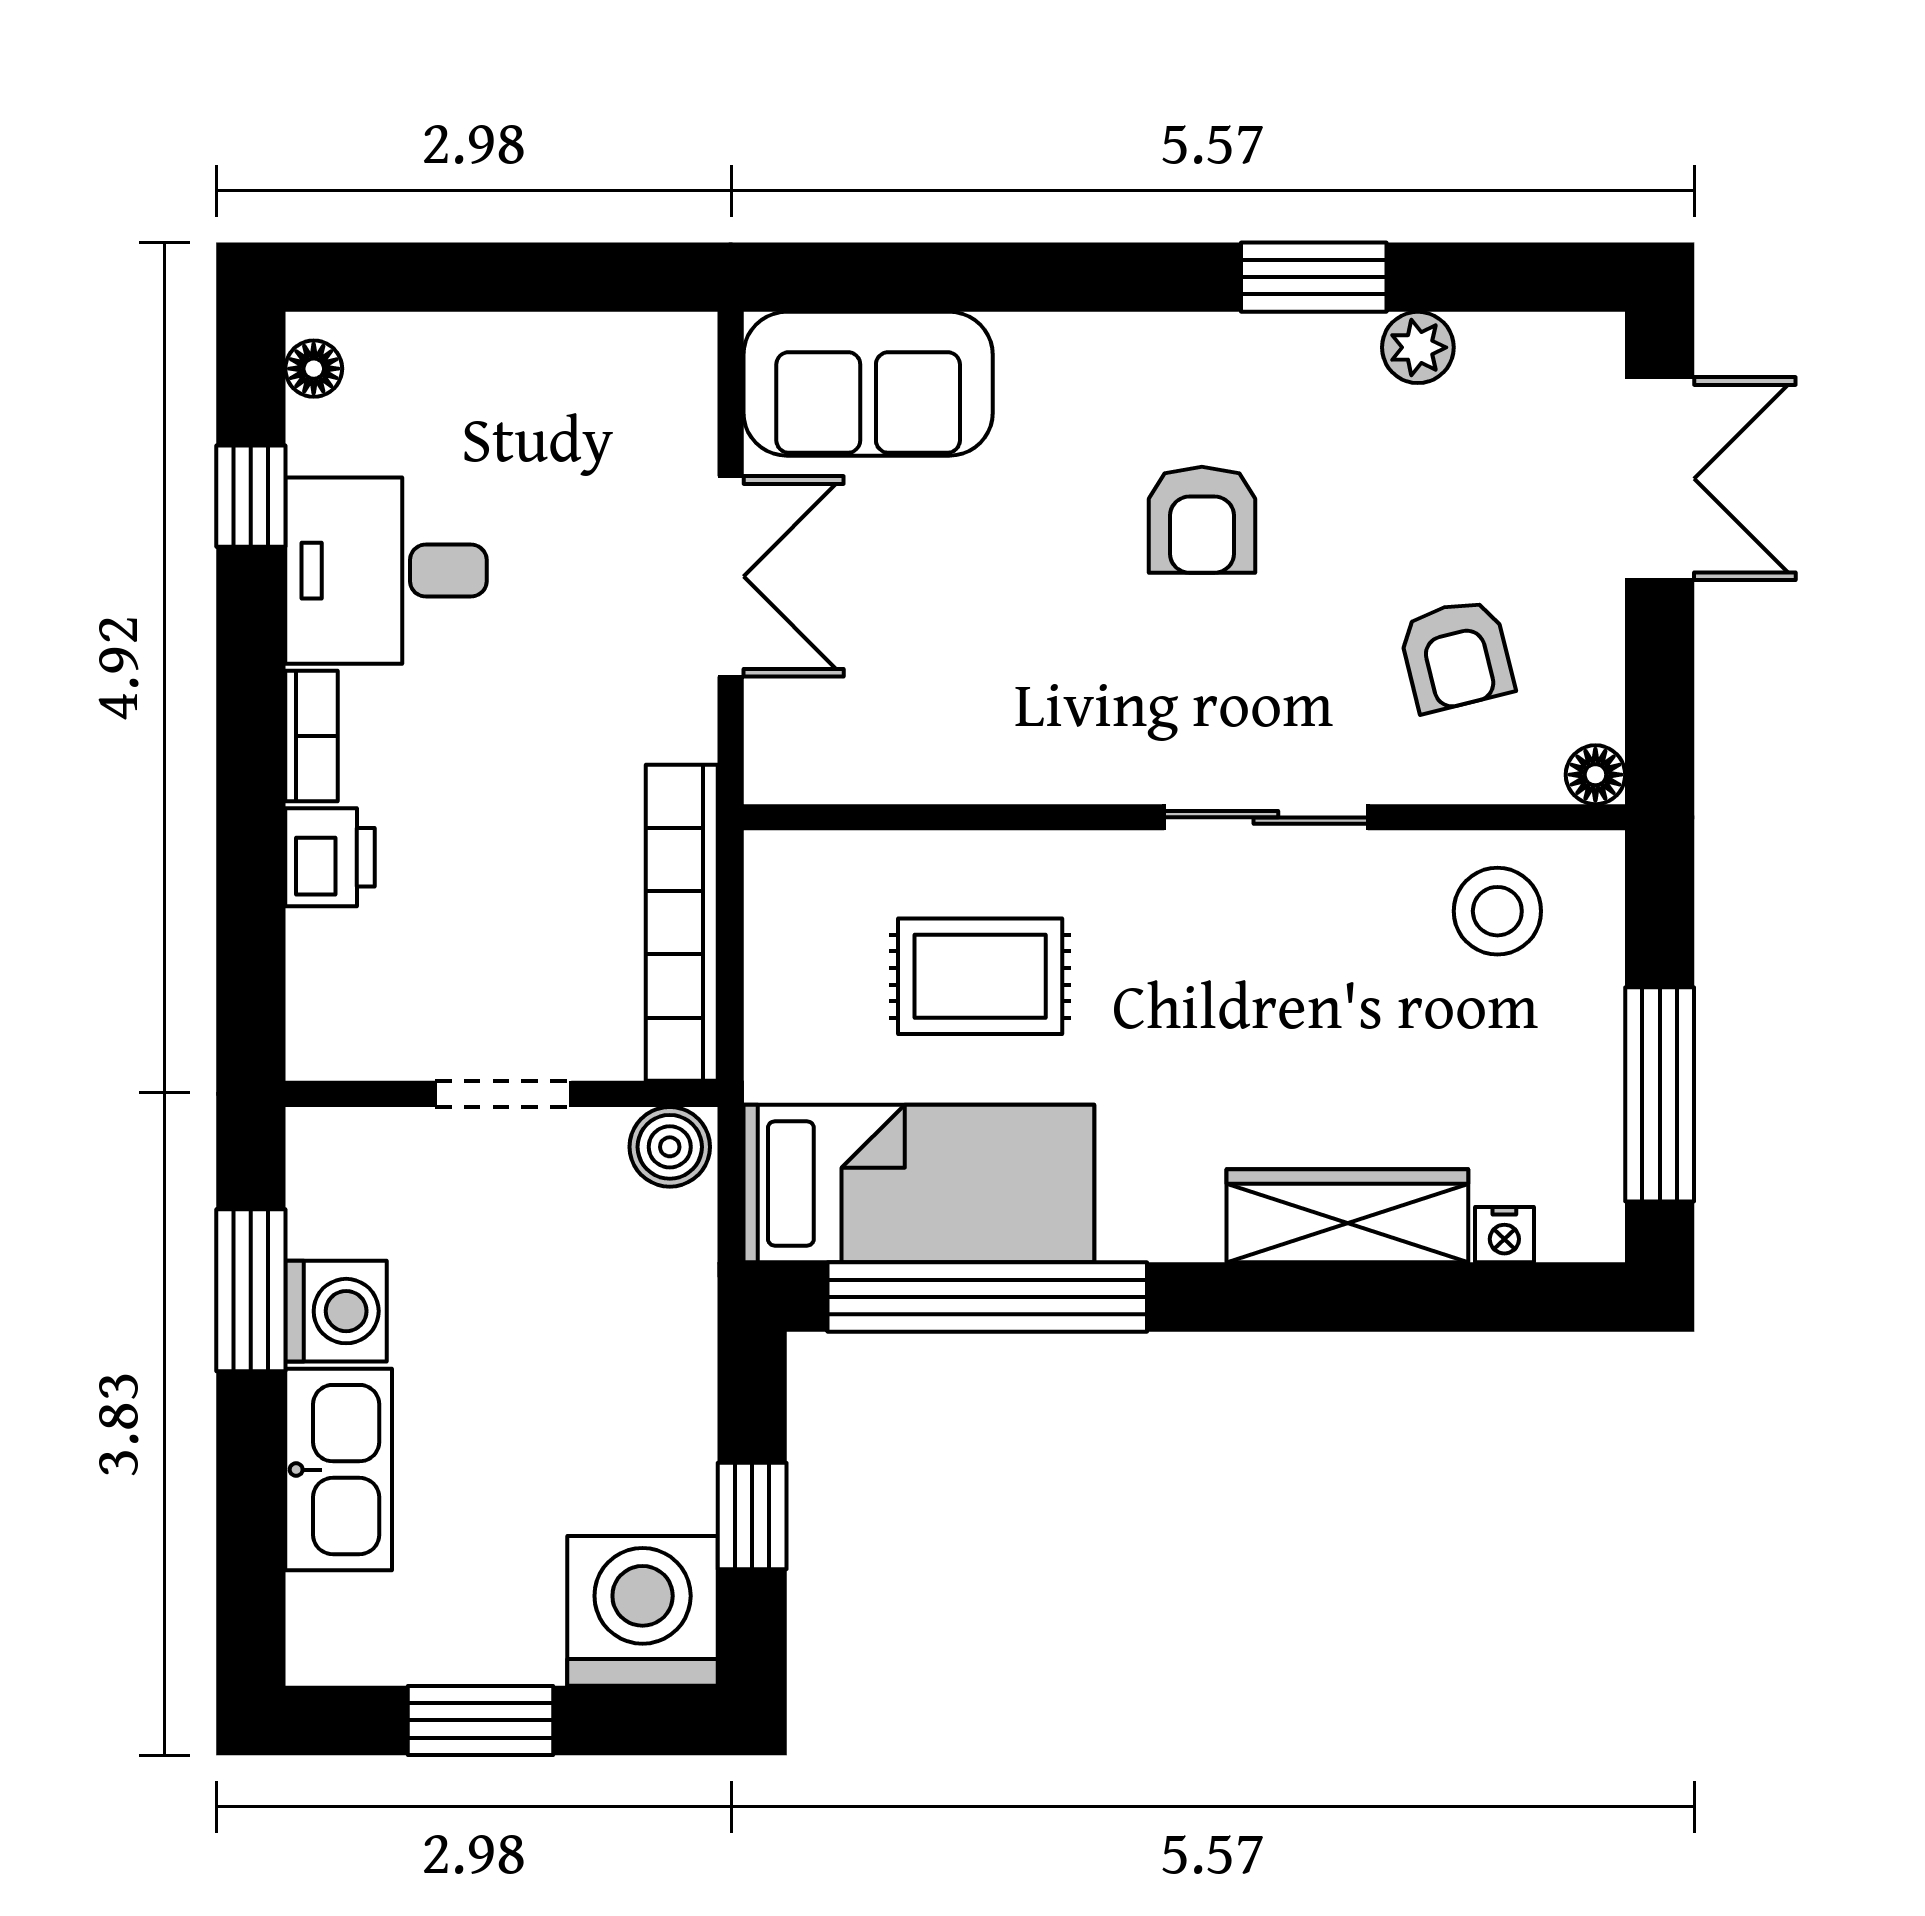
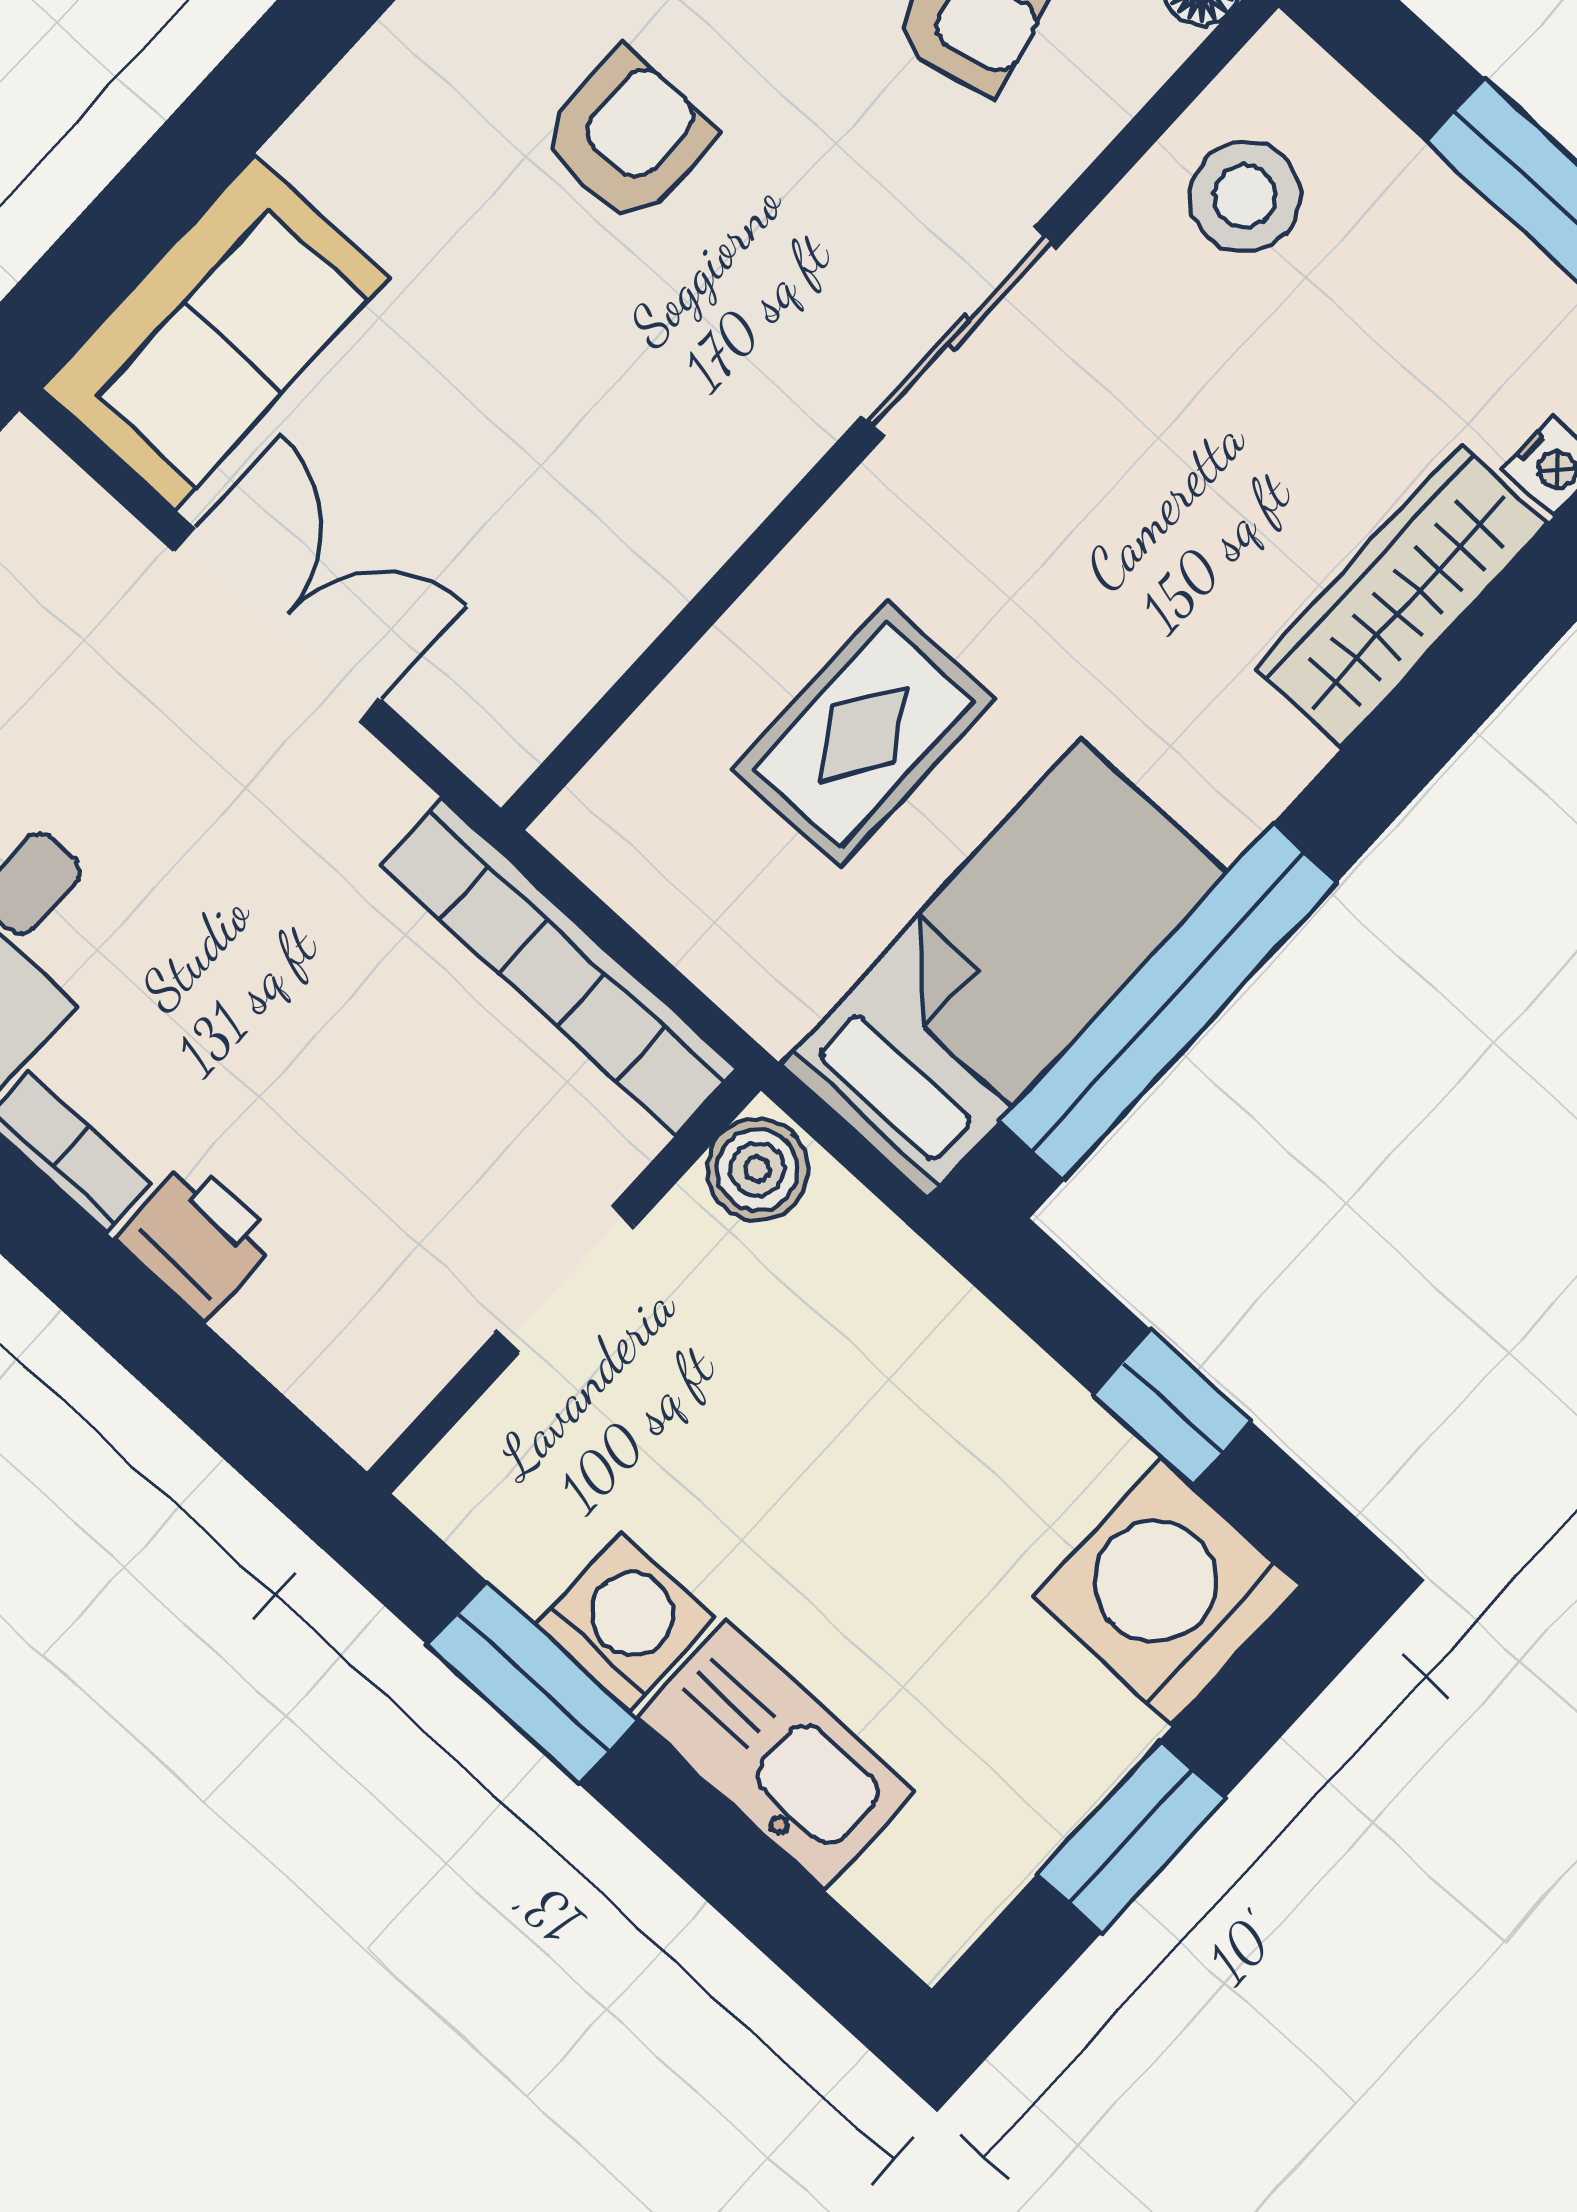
armchair: (1202, 520) -> (627, 137), turned -90

